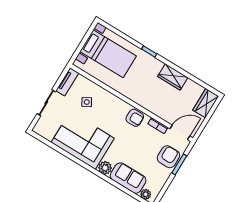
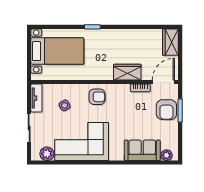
wardrobe: (173, 77) -> (127, 72), moved, turned 180
armchair: (135, 118) -> (97, 97), moved
armchair: (168, 157) -> (166, 110), turned 180
plant: (105, 168) -> (47, 154), moved

